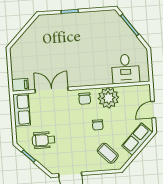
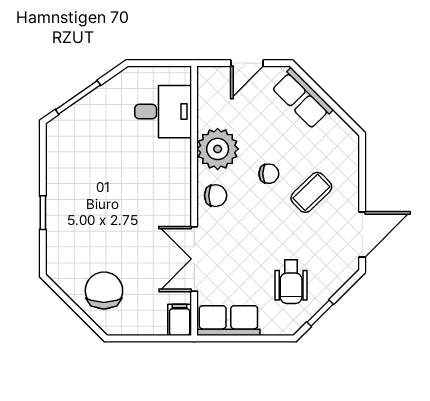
chair: (32, 45) -> (104, 291), added
door: (153, 110) -> (247, 63), hinge flipped
coffee table: (108, 153) -> (311, 192), moved

